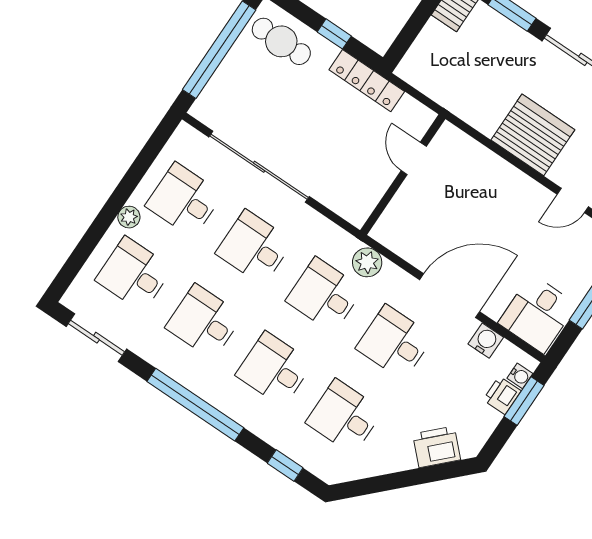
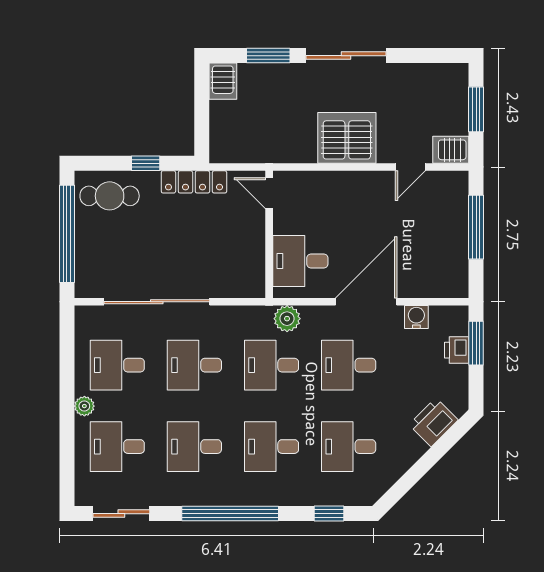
door: (414, 158) -> (269, 193), moved
desk: (537, 314) -> (300, 261), moved, turned 90
water cooler: (520, 376) -> (460, 326), removed

